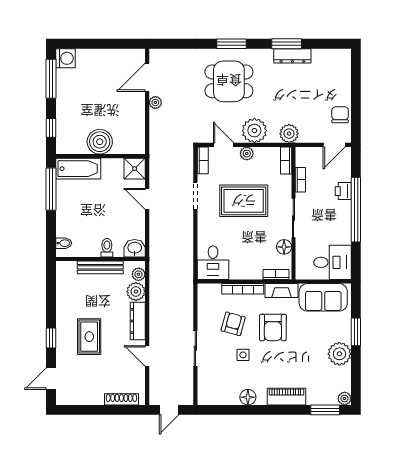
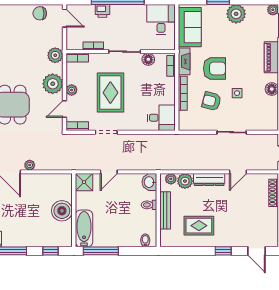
rug: (89, 337) -> (199, 226), moved

